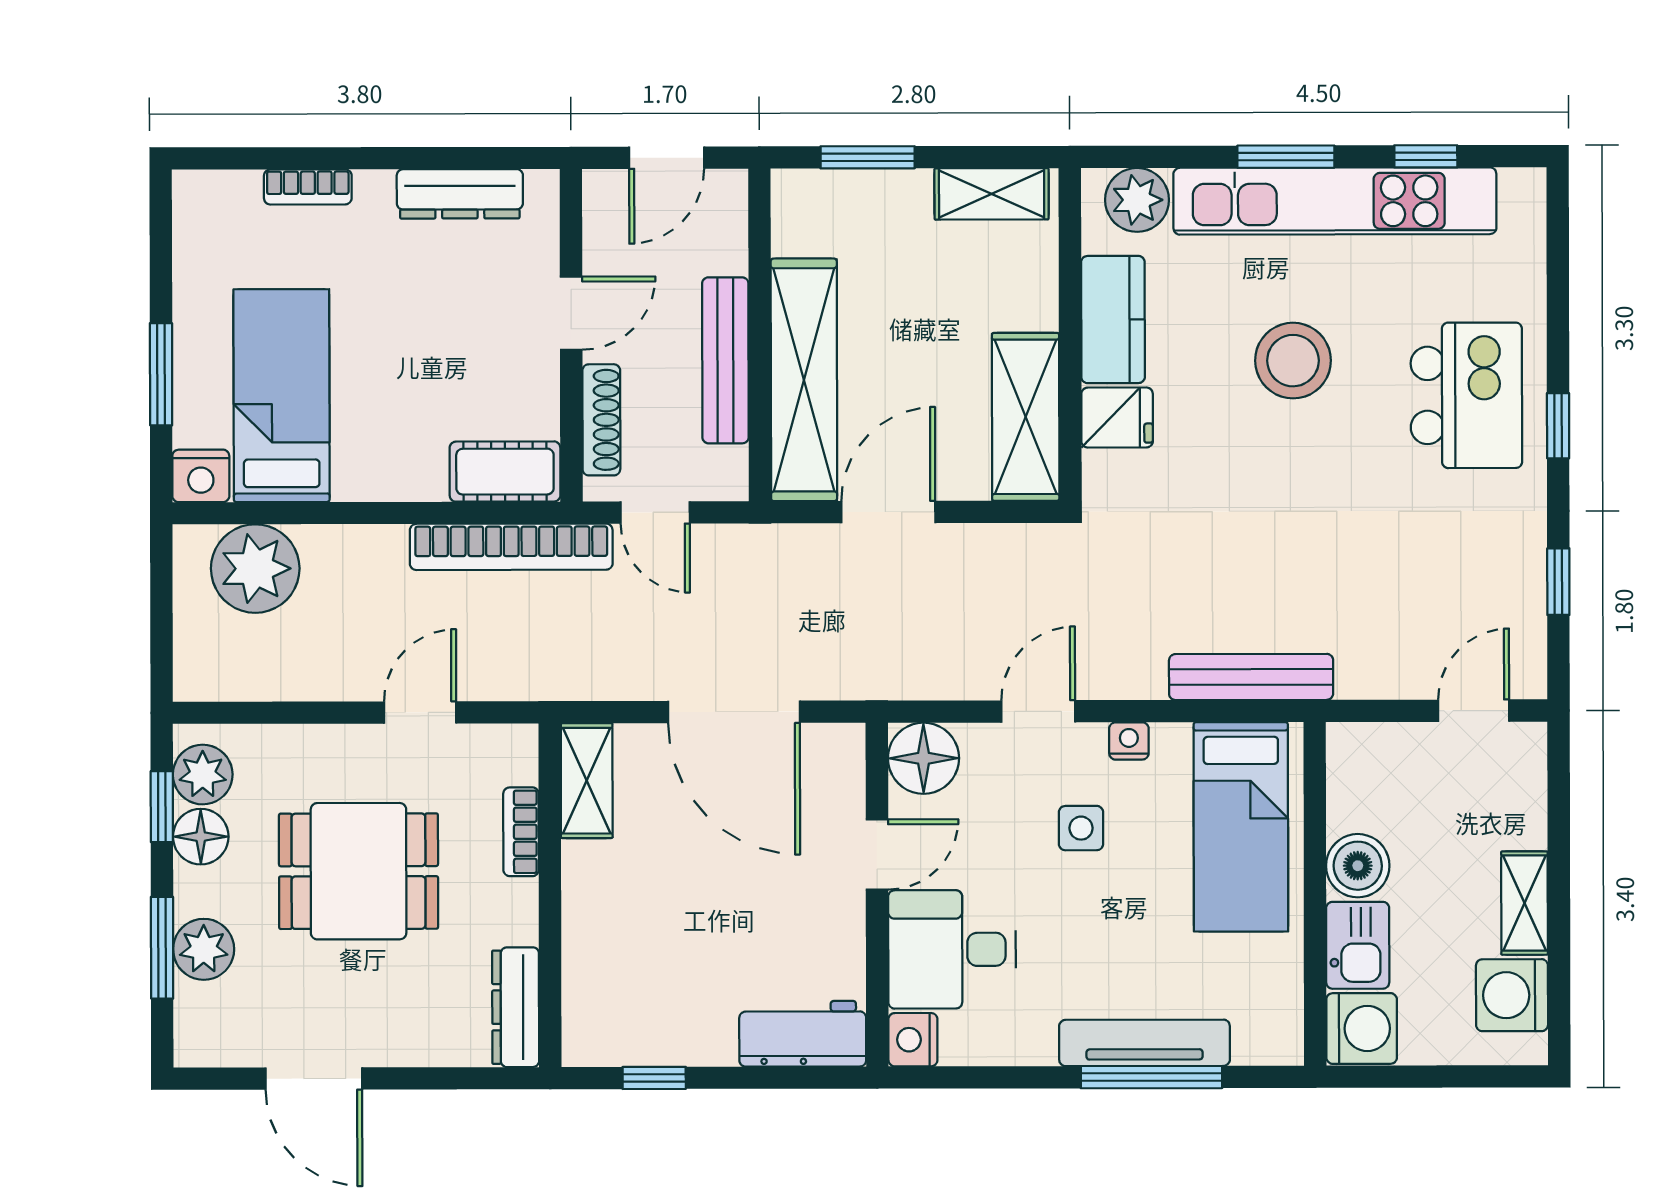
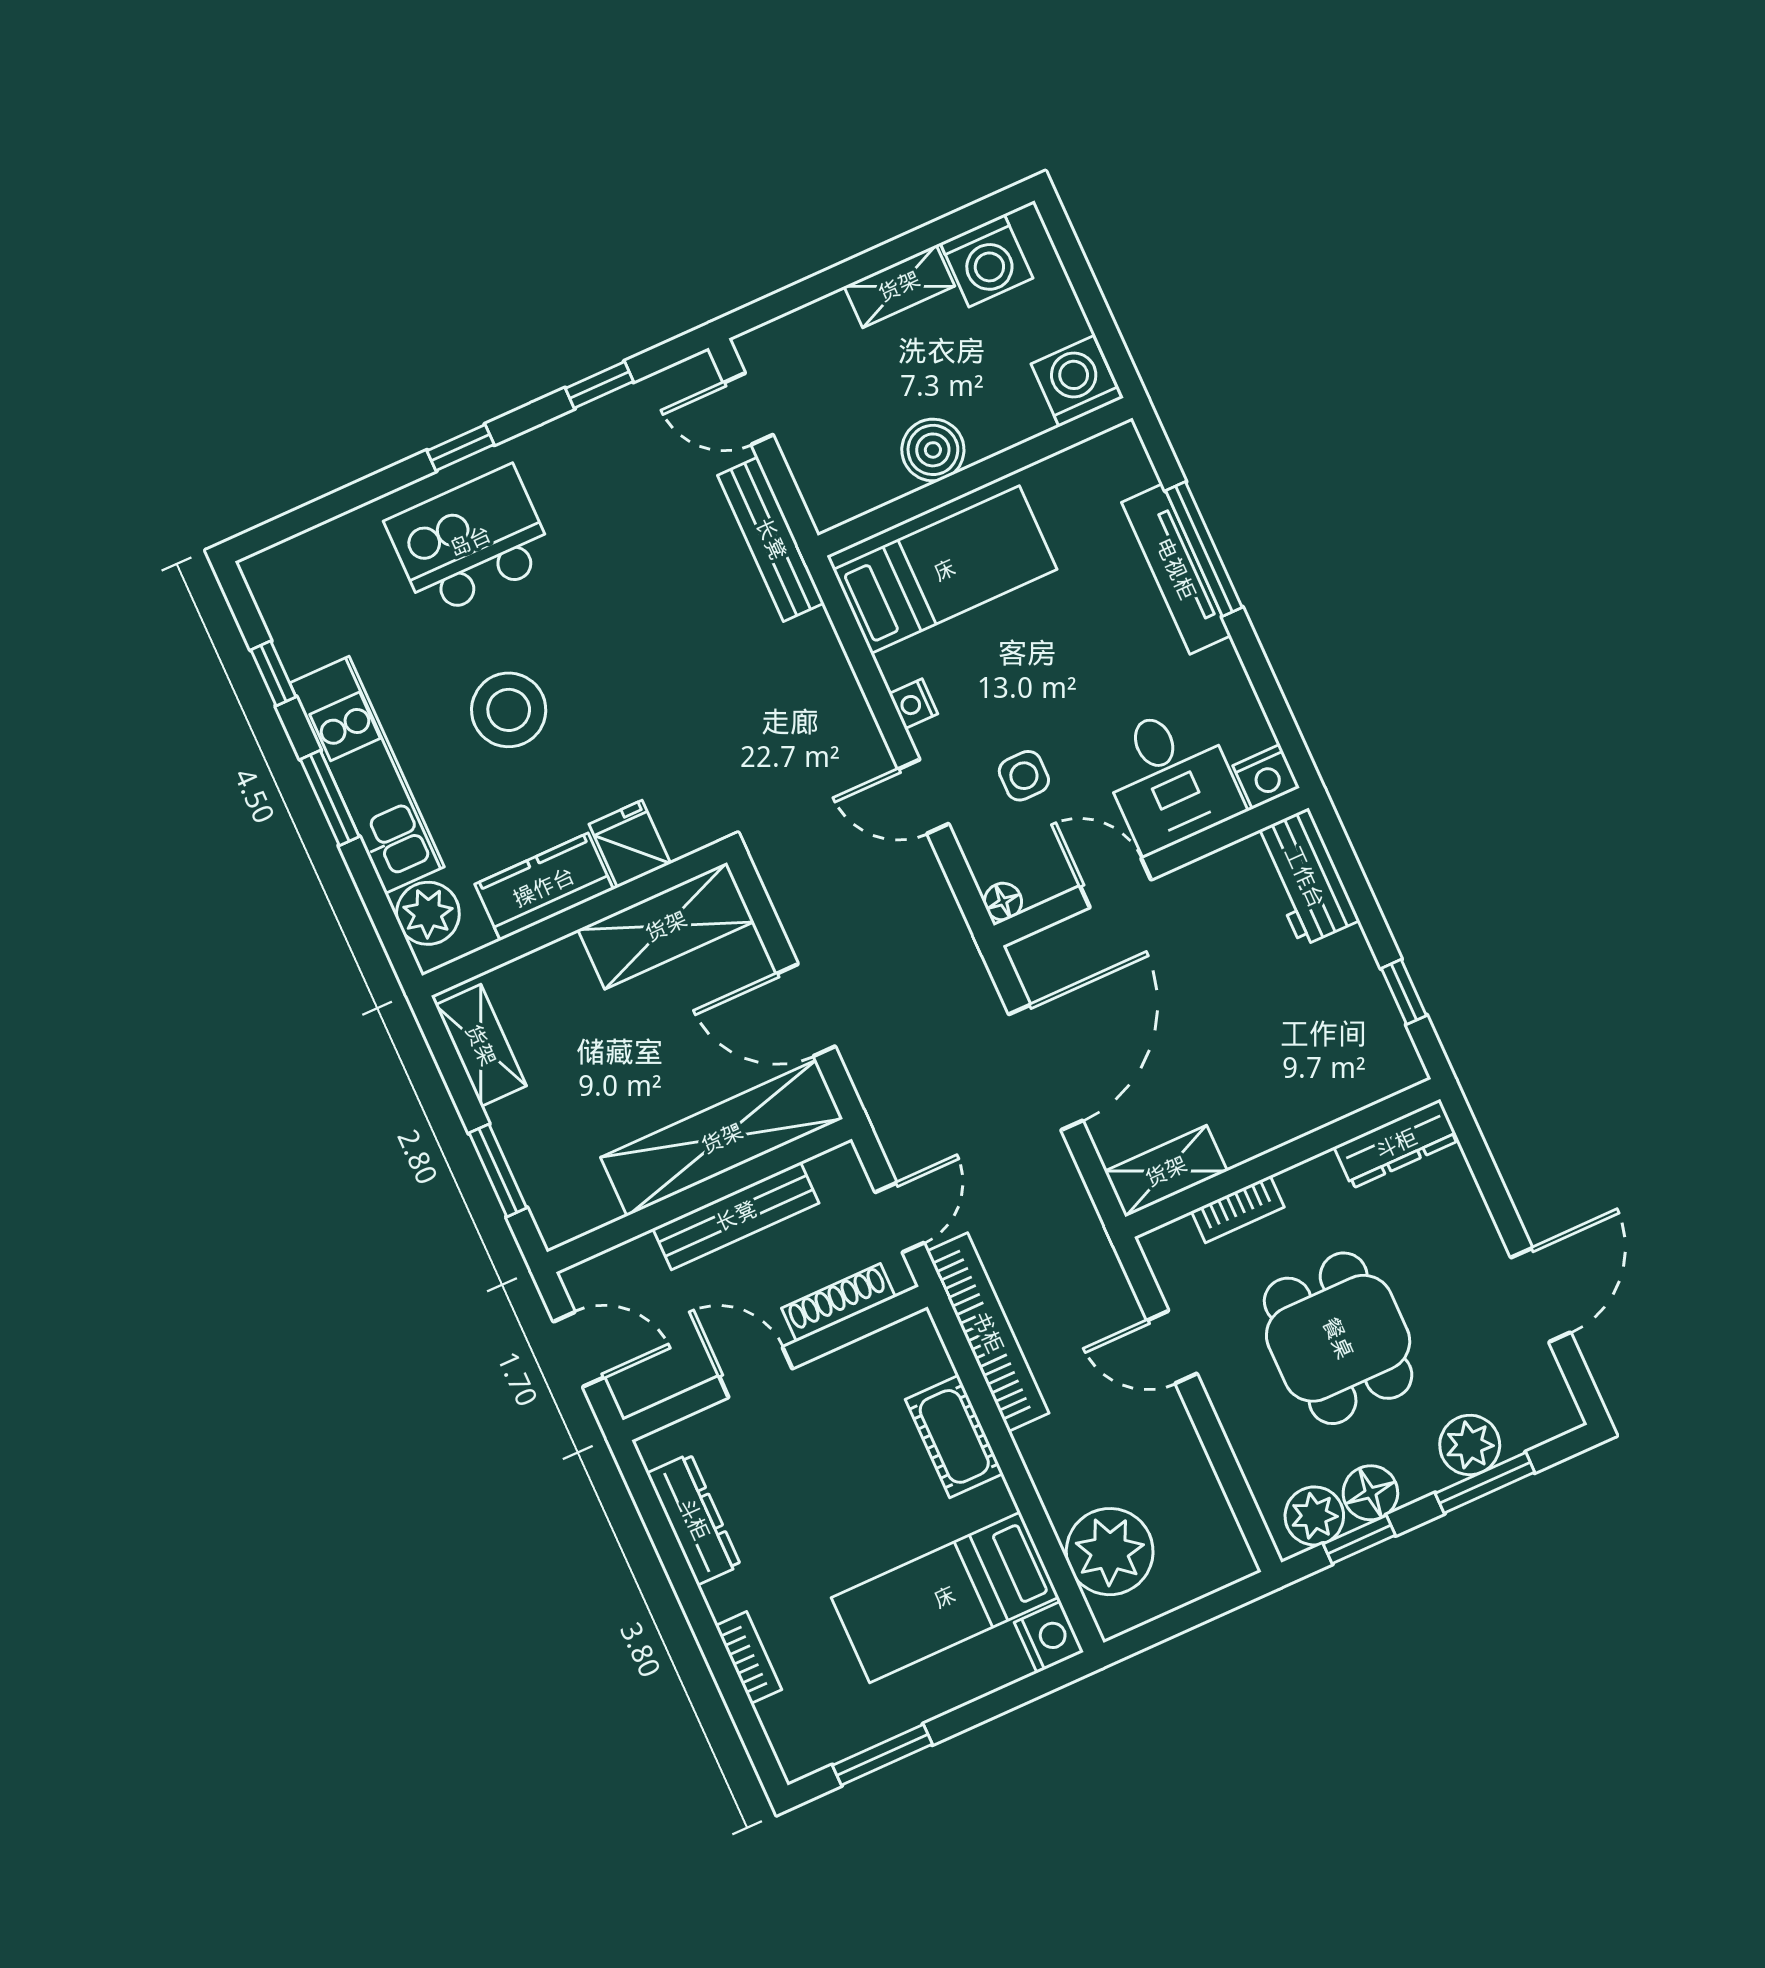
kitchen unit: (1335, 201) -> (367, 775), width x0.73
window: (161, 374) -> (882, 1755), moved
cot: (505, 472) -> (954, 1436), moved
bench: (1251, 677) -> (771, 539), moved
floor lamp: (923, 758) -> (1003, 902), width x0.53, depth x0.53
side table: (1081, 828) -> (1024, 776), moved
kitchen sink: (1358, 945) -> (1004, 418), removed

